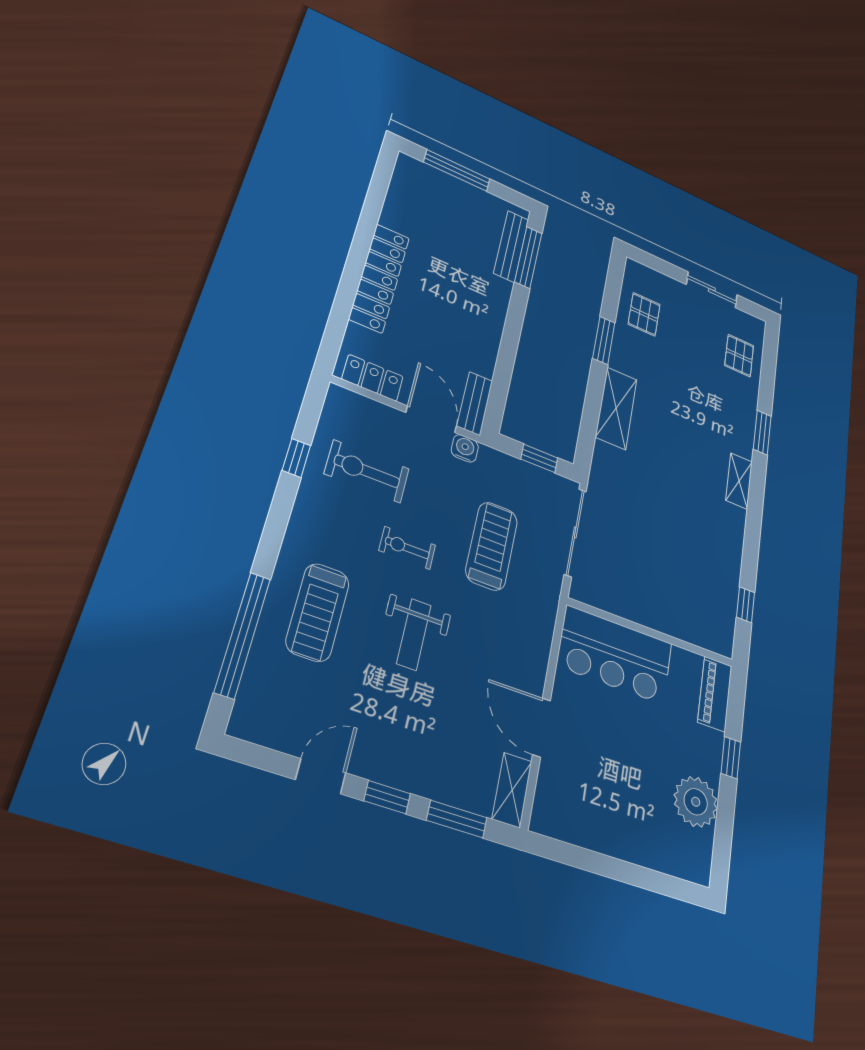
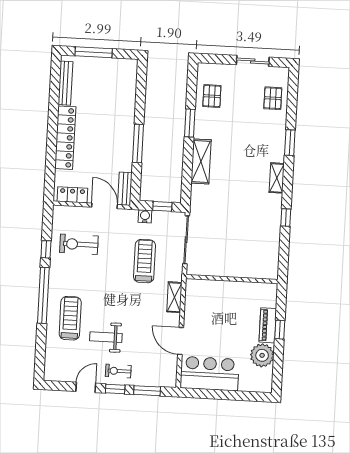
bench: (511, 246) -> (65, 83), moved
window: (528, 257) -> (138, 144), moved
water cooler: (465, 448) -> (145, 216), moved
exercise bike: (407, 548) -> (118, 371), moved
window: (746, 605) -> (286, 218), moved
treadmill: (318, 612) -> (70, 318), turned 180
weight bench: (414, 634) -> (106, 337), moved, turned 90
window: (243, 635) -> (43, 295), moved
bar counter: (615, 655) -> (210, 374), moved, turned 180
piano: (715, 694) -> (268, 325), moved
shelving: (512, 790) -> (174, 297), moved

